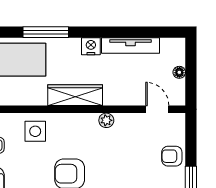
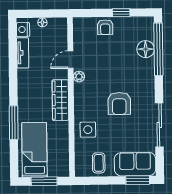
tv unit: (130, 45) -> (23, 53), width x0.71
nightstand: (91, 46) -> (23, 30), moved
door: (157, 109) -> (71, 60), moved

